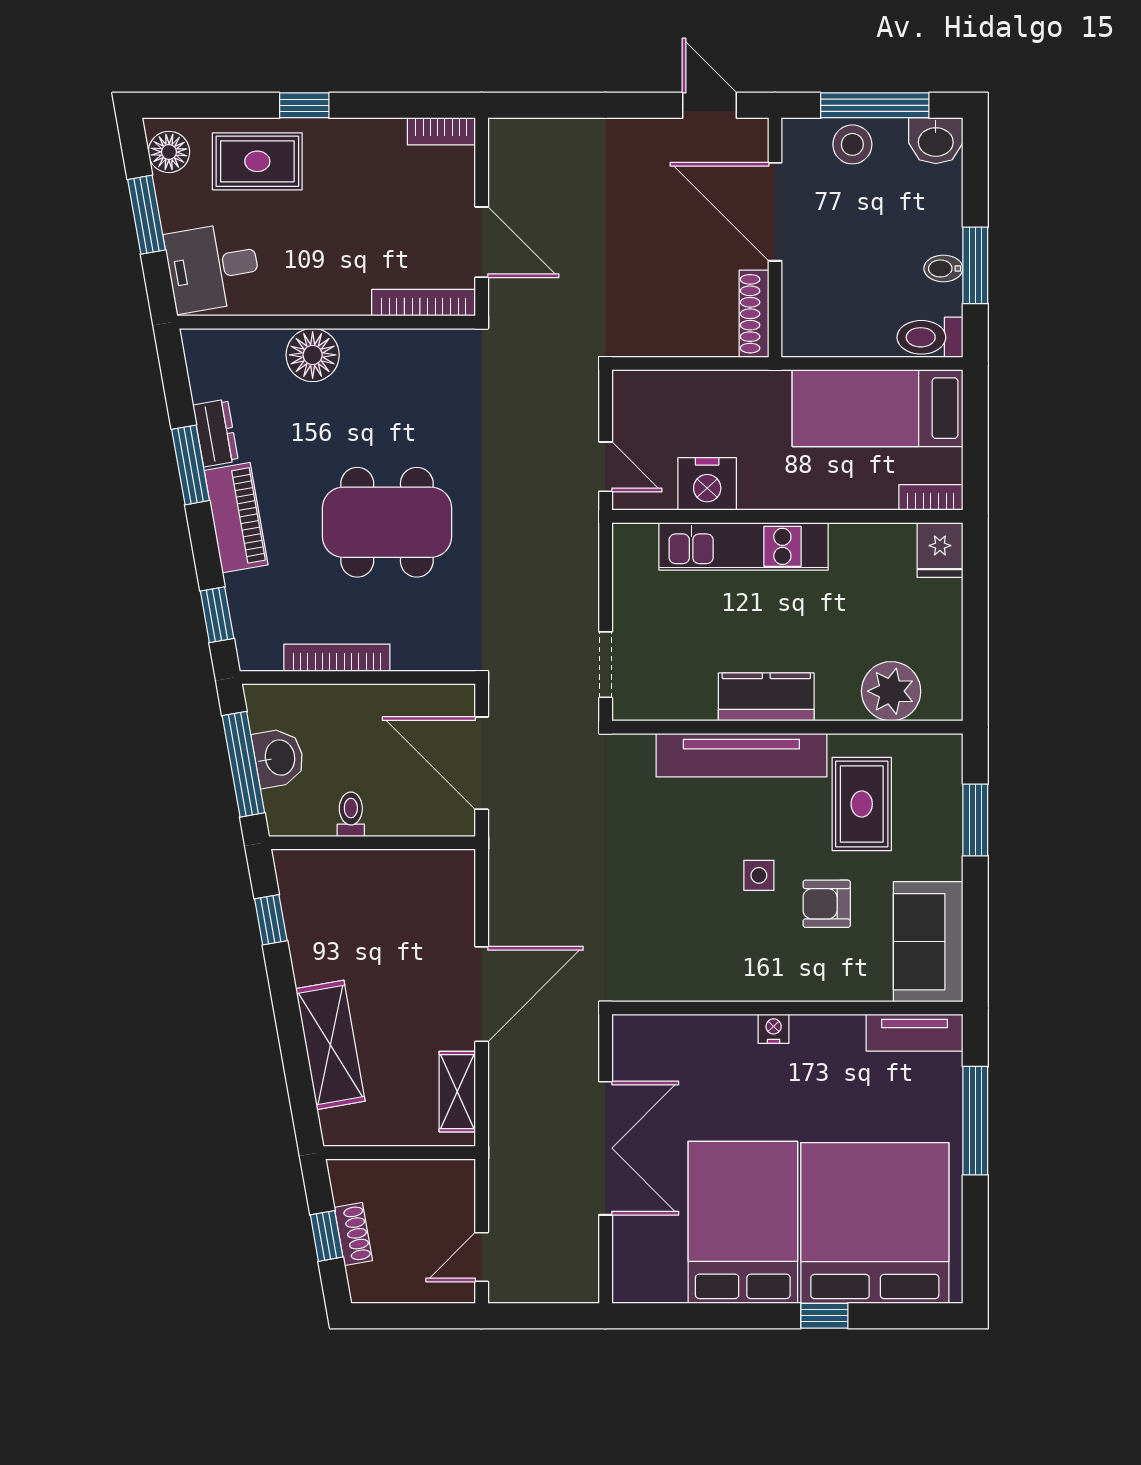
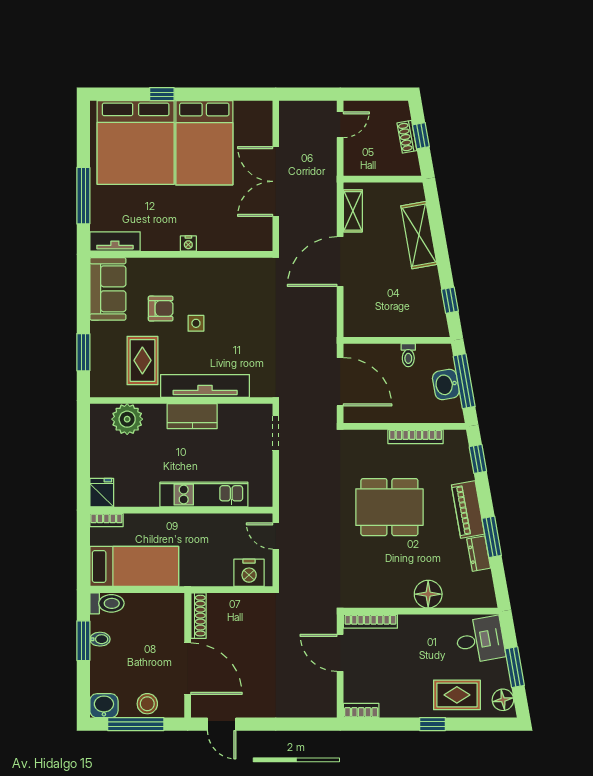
nightstand: (707, 484) -> (249, 573), moved, turned 180

